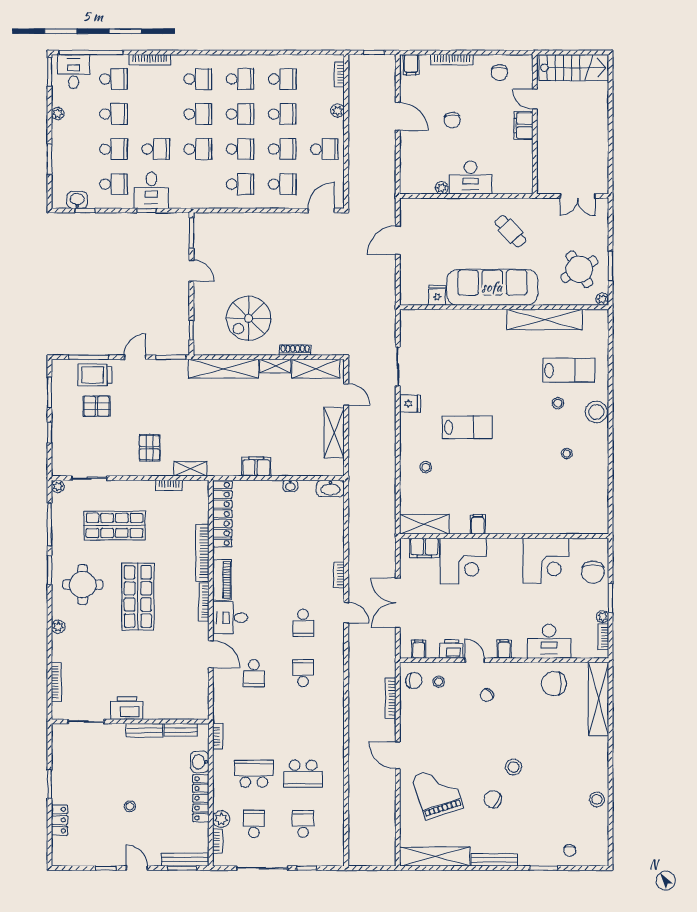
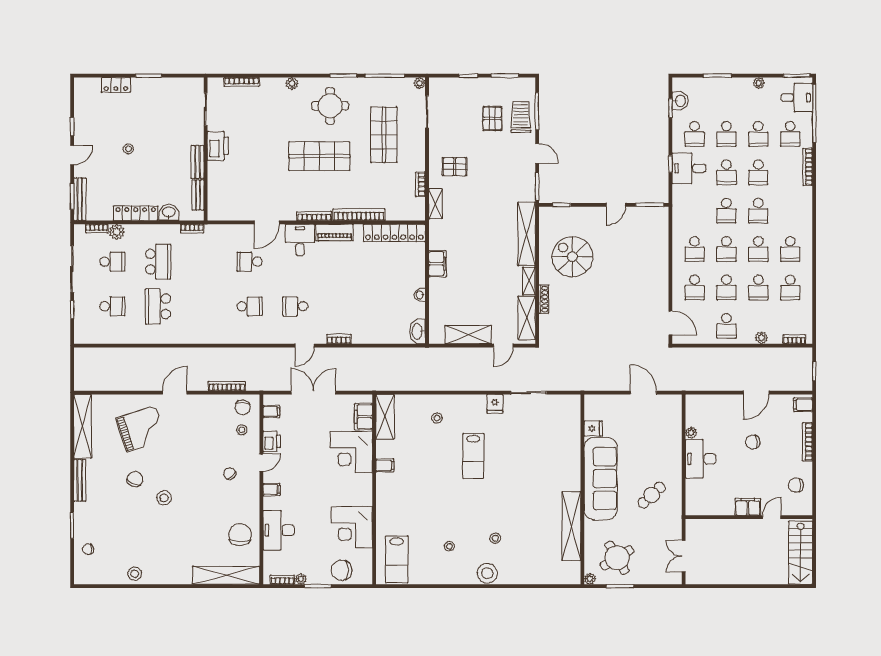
school desk: (198, 79) -> (758, 172), moved
lab bench: (569, 370) -> (397, 559), moved

